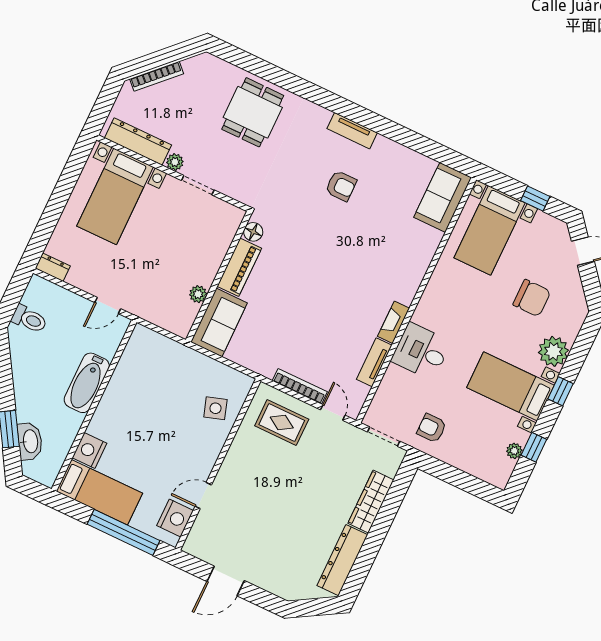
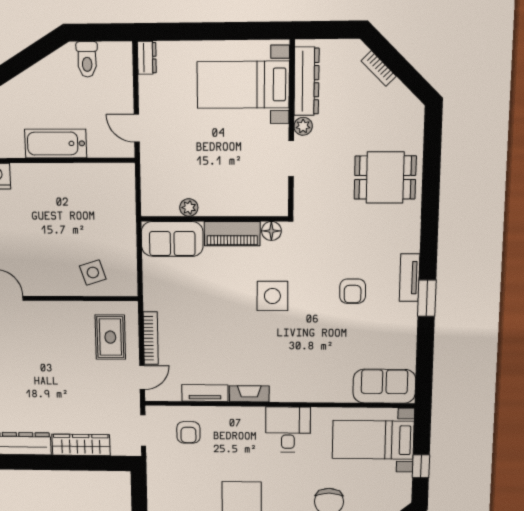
bookcase: (157, 76) -> (379, 68), width x0.64
window: (378, 124) -> (427, 298), added
side table: (312, 259) -> (272, 296), added
desk: (421, 351) -> (288, 430), moved
armchair: (432, 428) -> (188, 432), moved, turned 180

